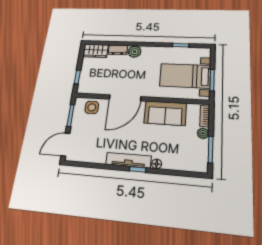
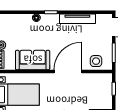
tv unit: (128, 160) -> (77, 19), moved

